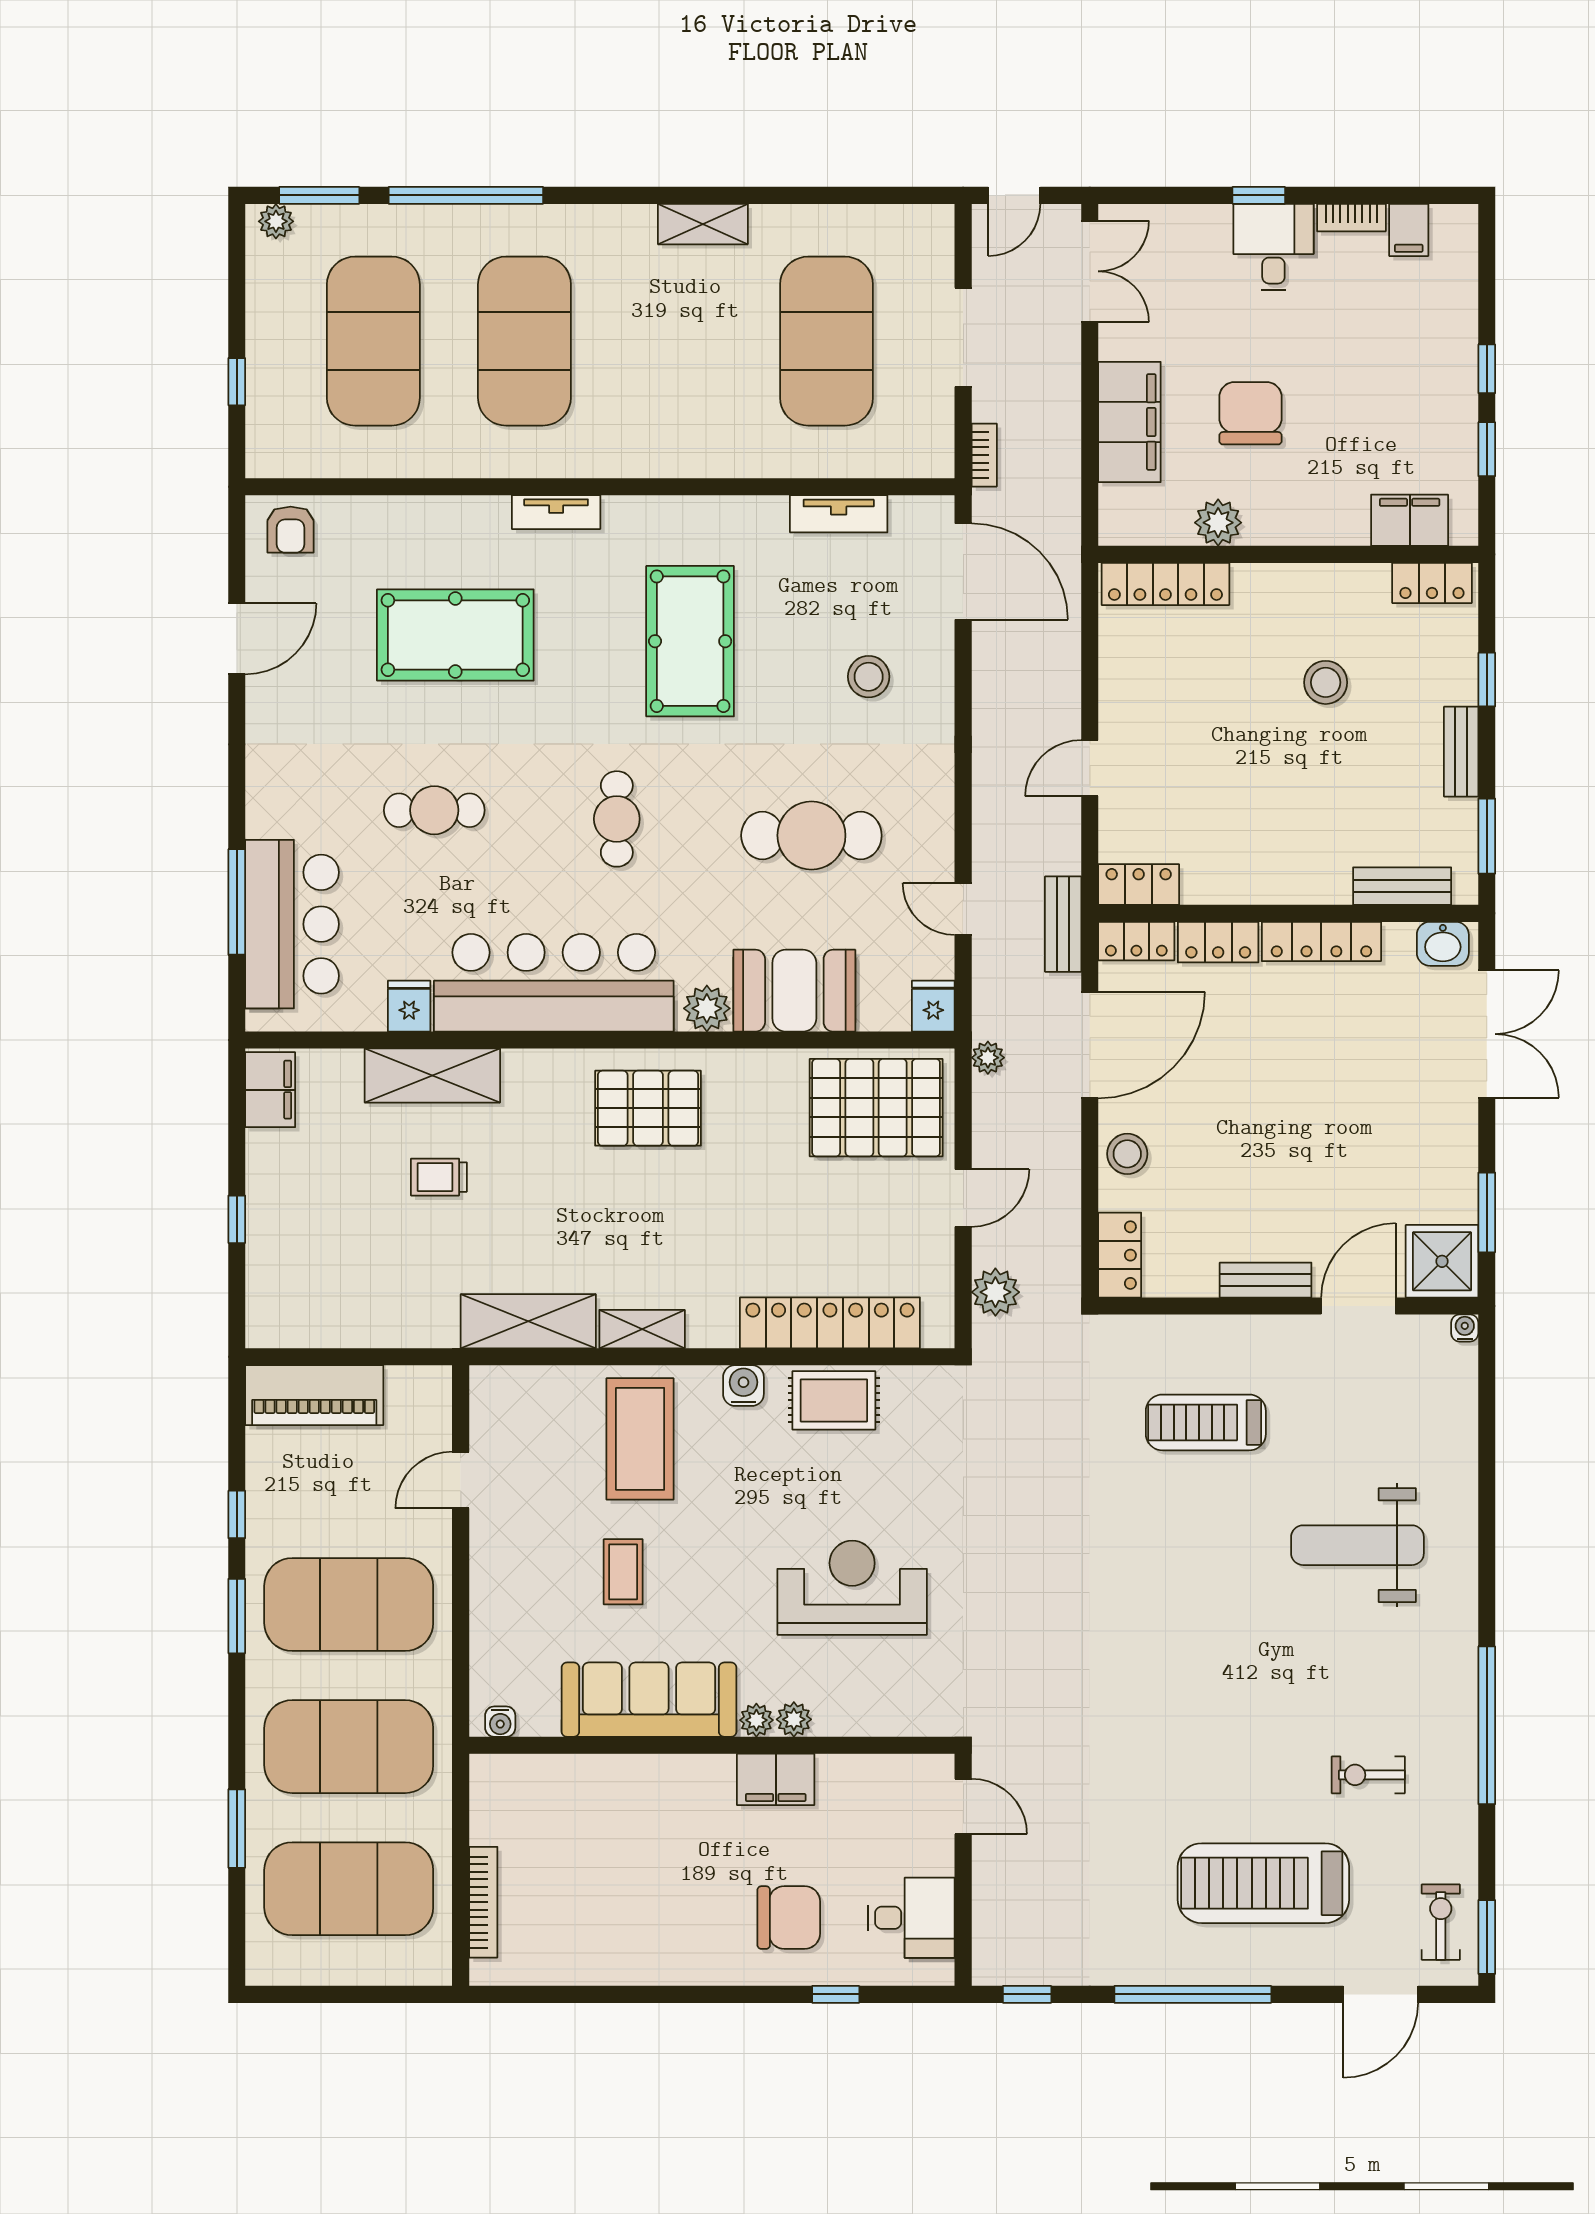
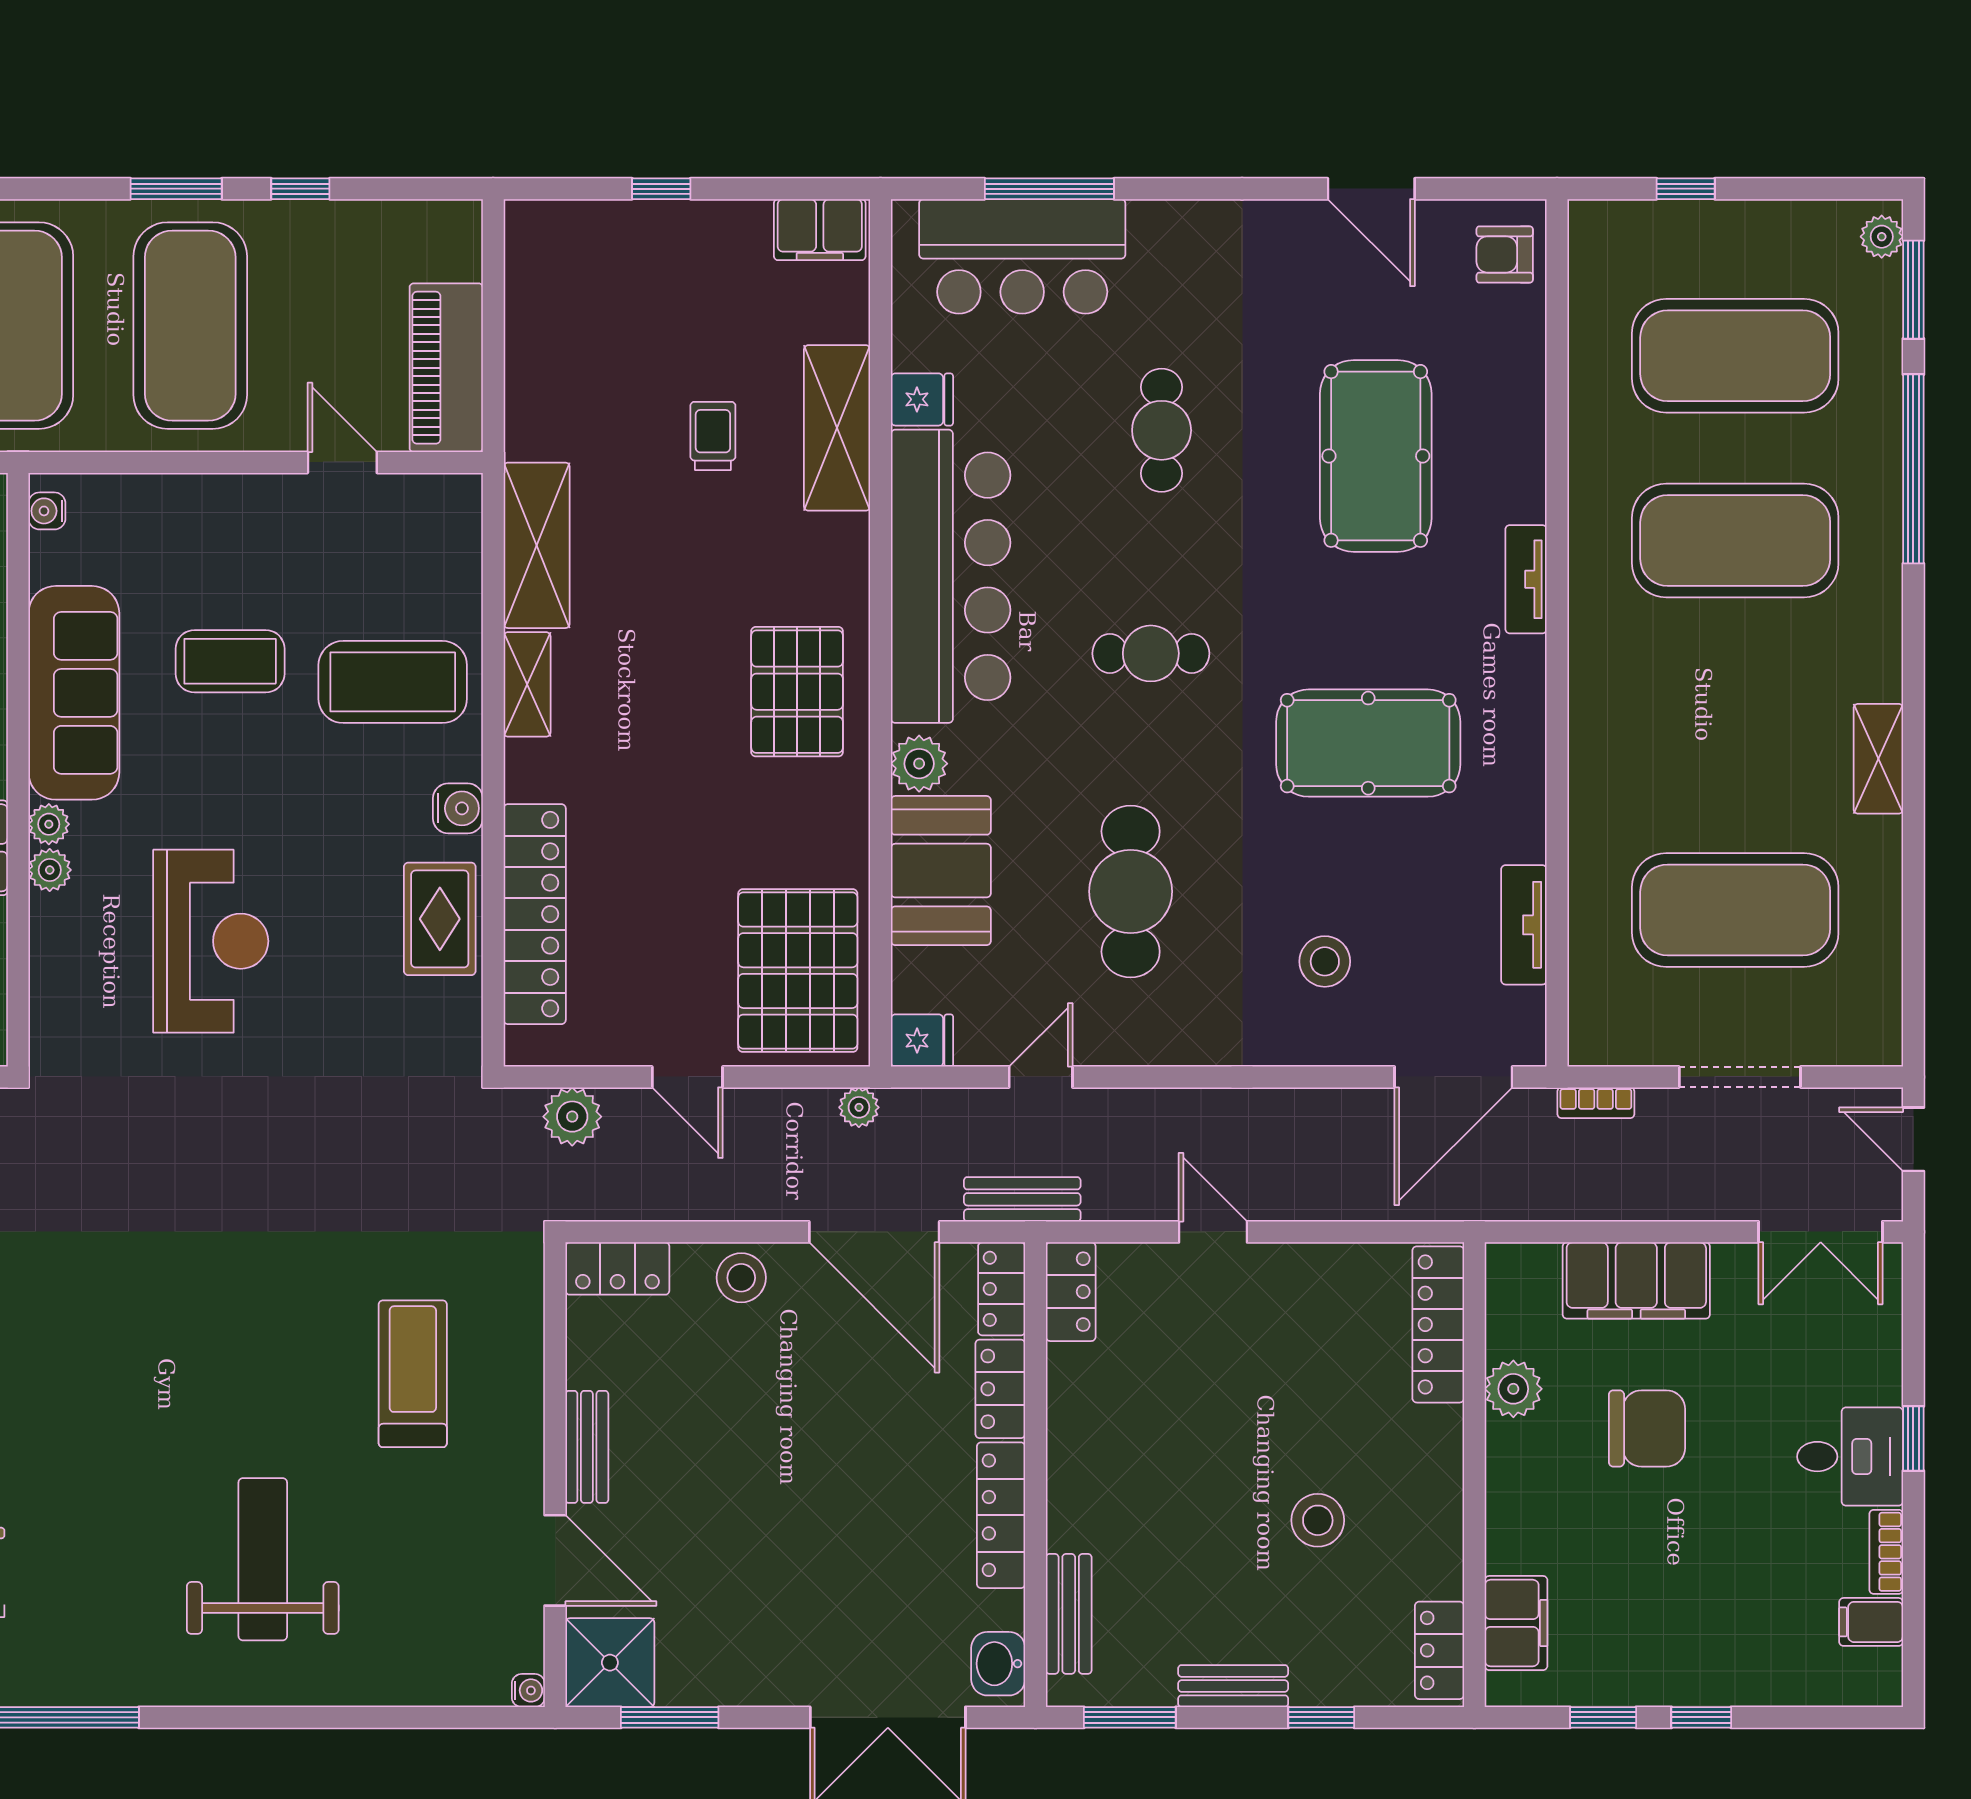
piano: (314, 1395) -> (446, 368), moved
coffee table: (623, 1572) -> (230, 661), width x1.36, depth x1.30

